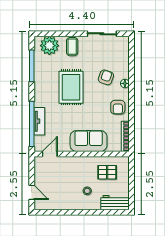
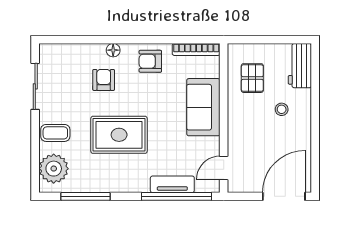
armchair: (106, 77) -> (104, 80), turned 71
armchair: (118, 107) -> (150, 61), turned 180
door: (50, 154) -> (224, 168), hinge flipped
door: (32, 192) -> (284, 196), width x1.87

